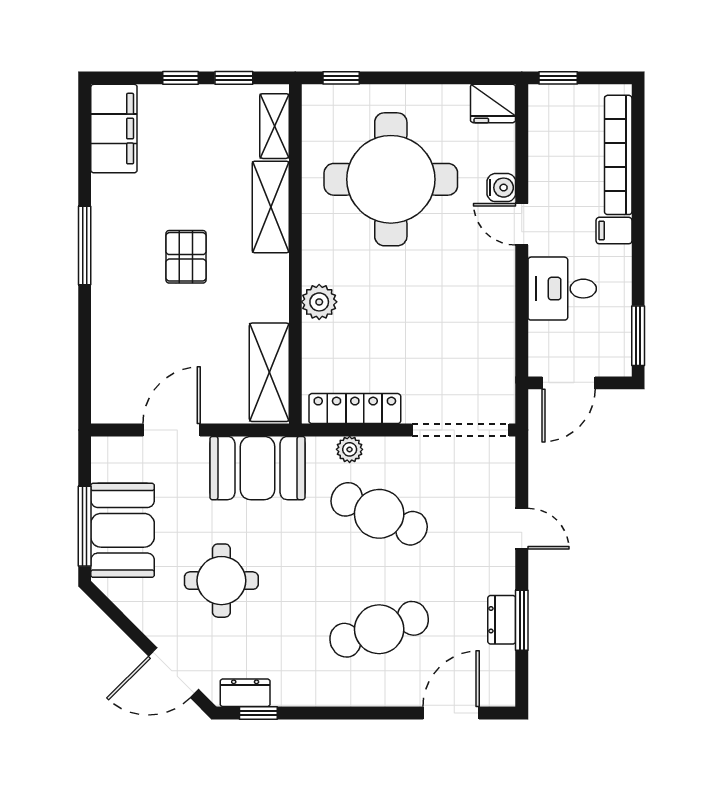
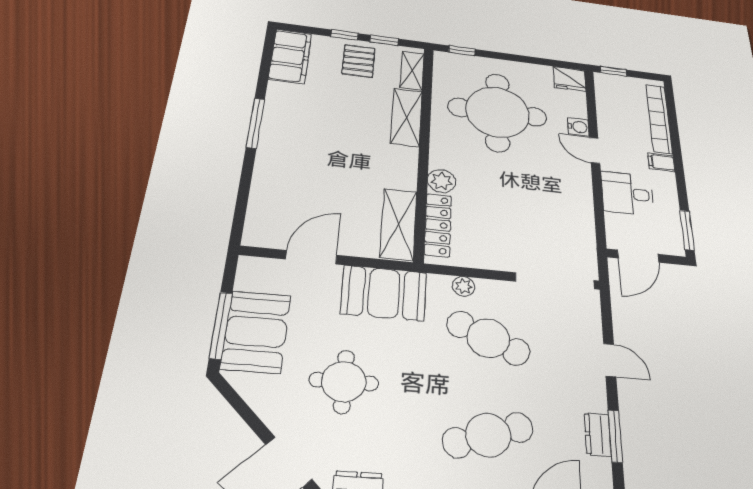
pallet: (186, 257) -> (359, 61), moved
locker: (355, 409) -> (438, 225), moved, turned 90

